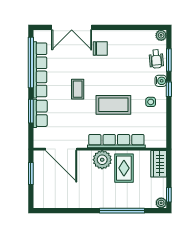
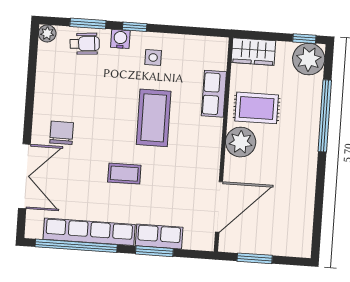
row of seats: (116, 141) -> (214, 94), width x0.50
plant: (161, 203) -> (309, 59), width x1.88, depth x1.88

